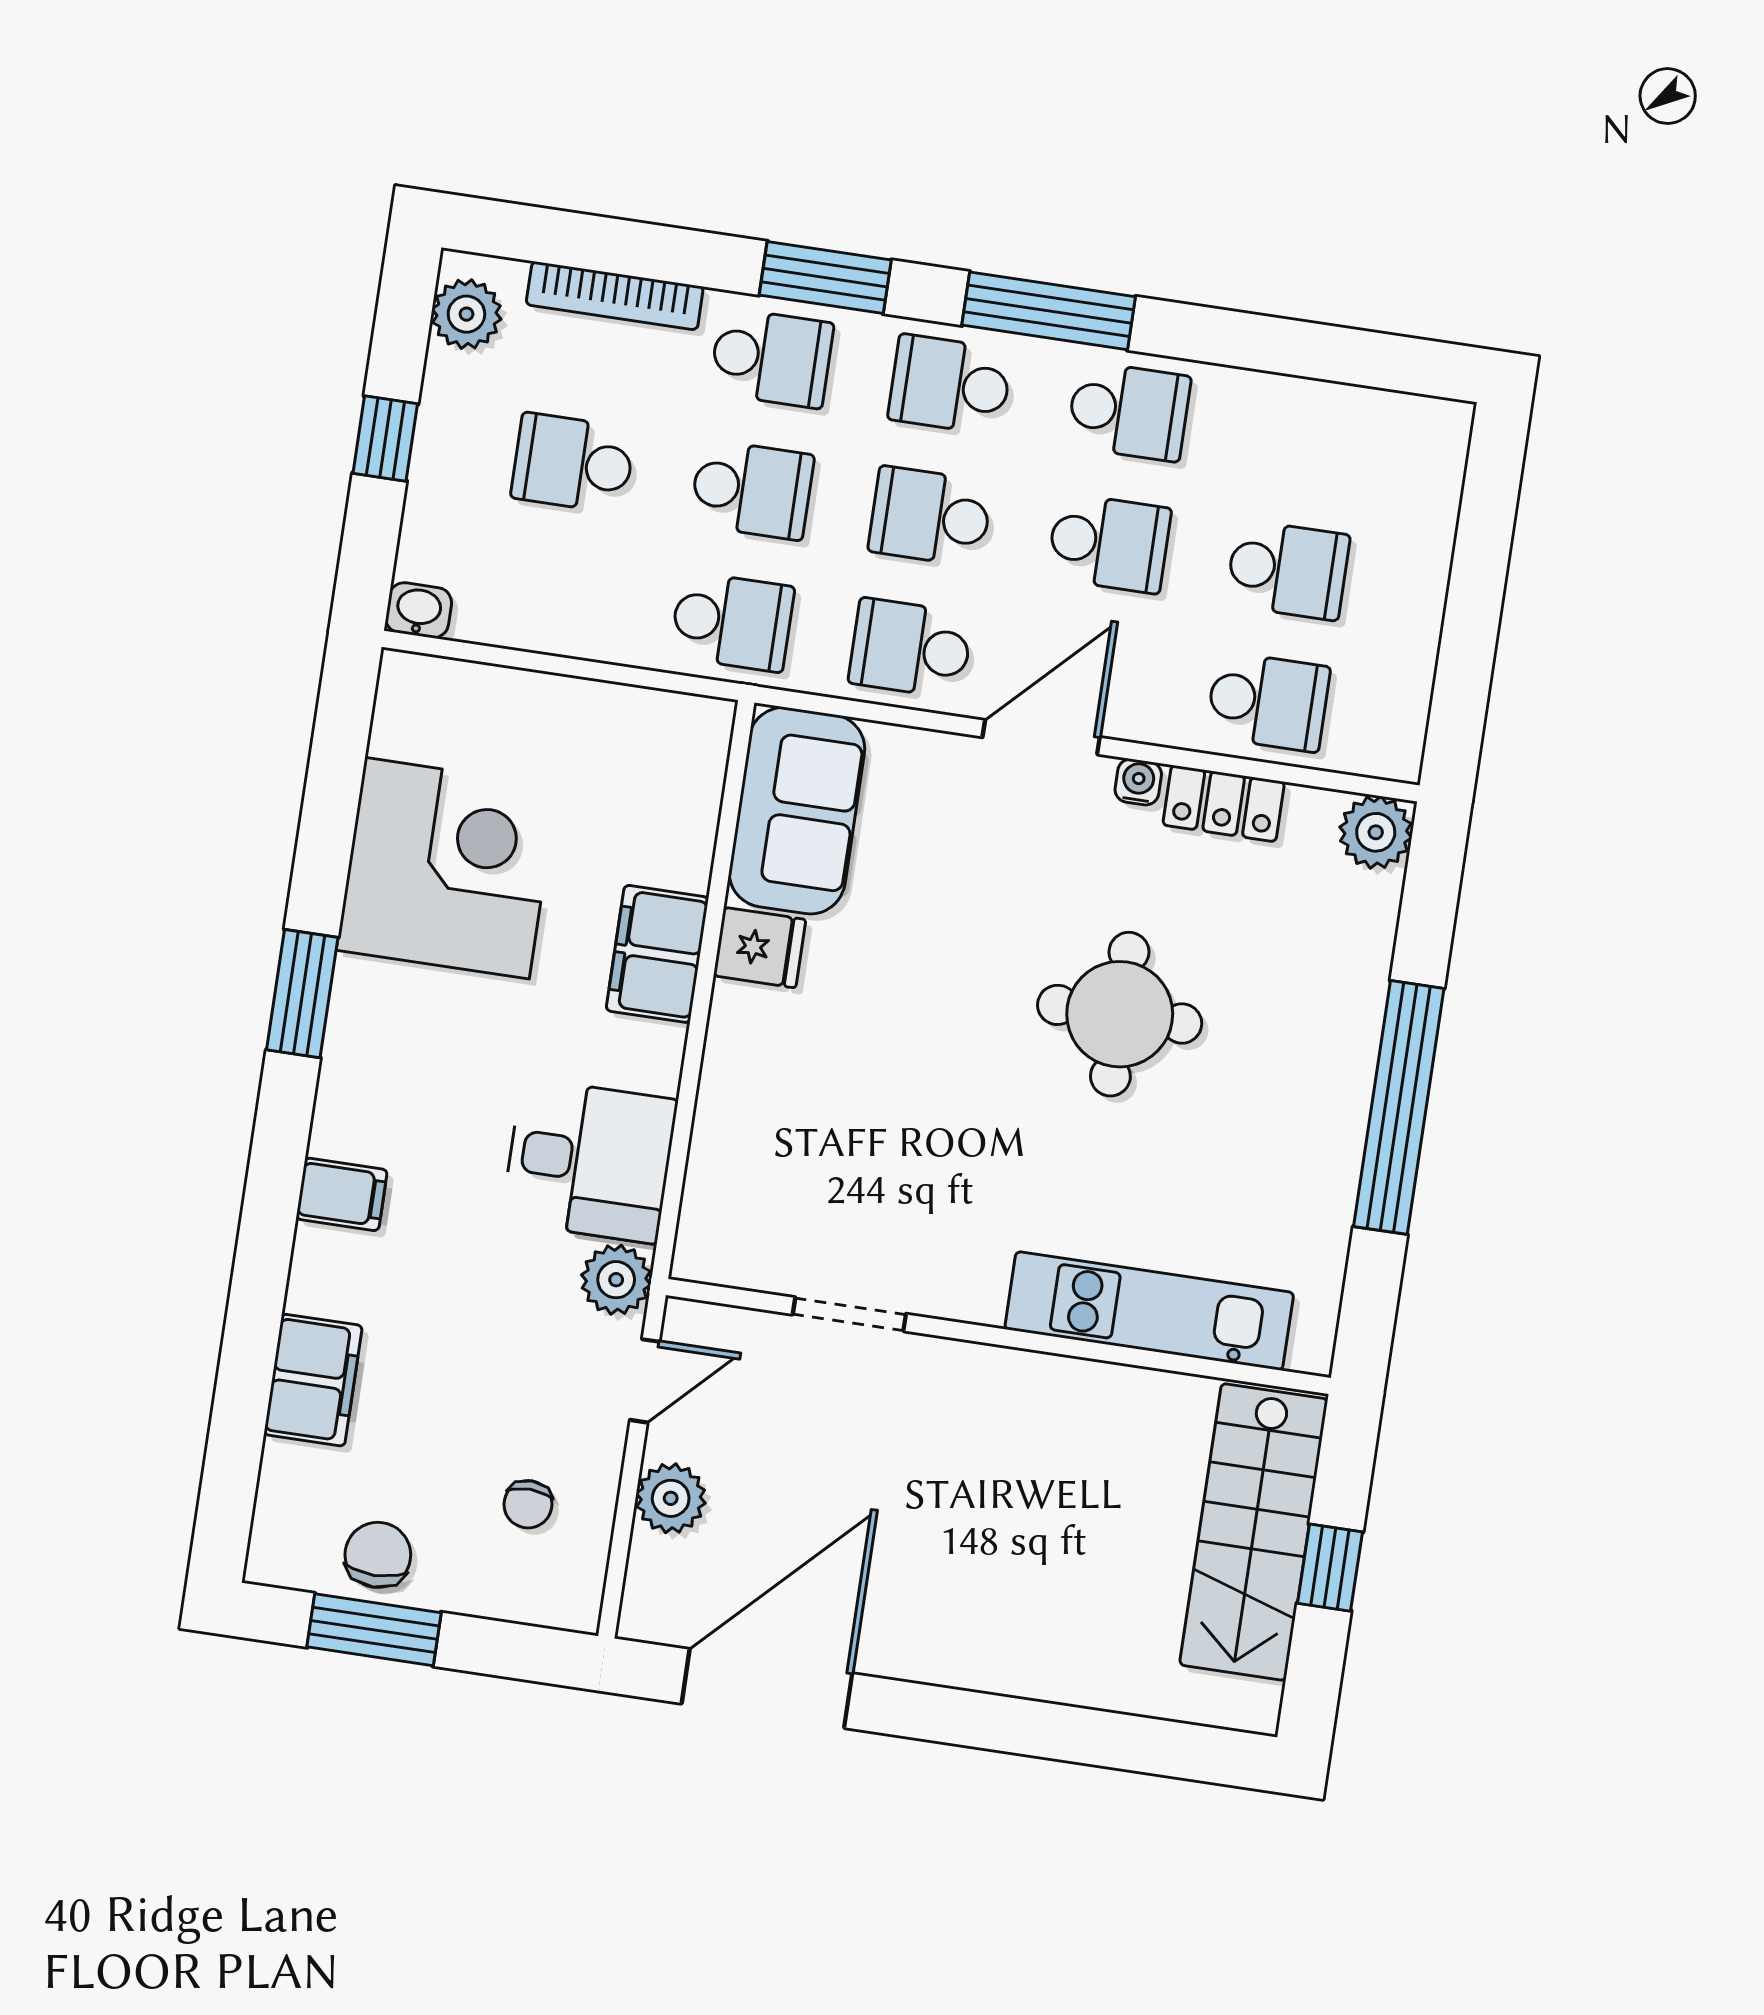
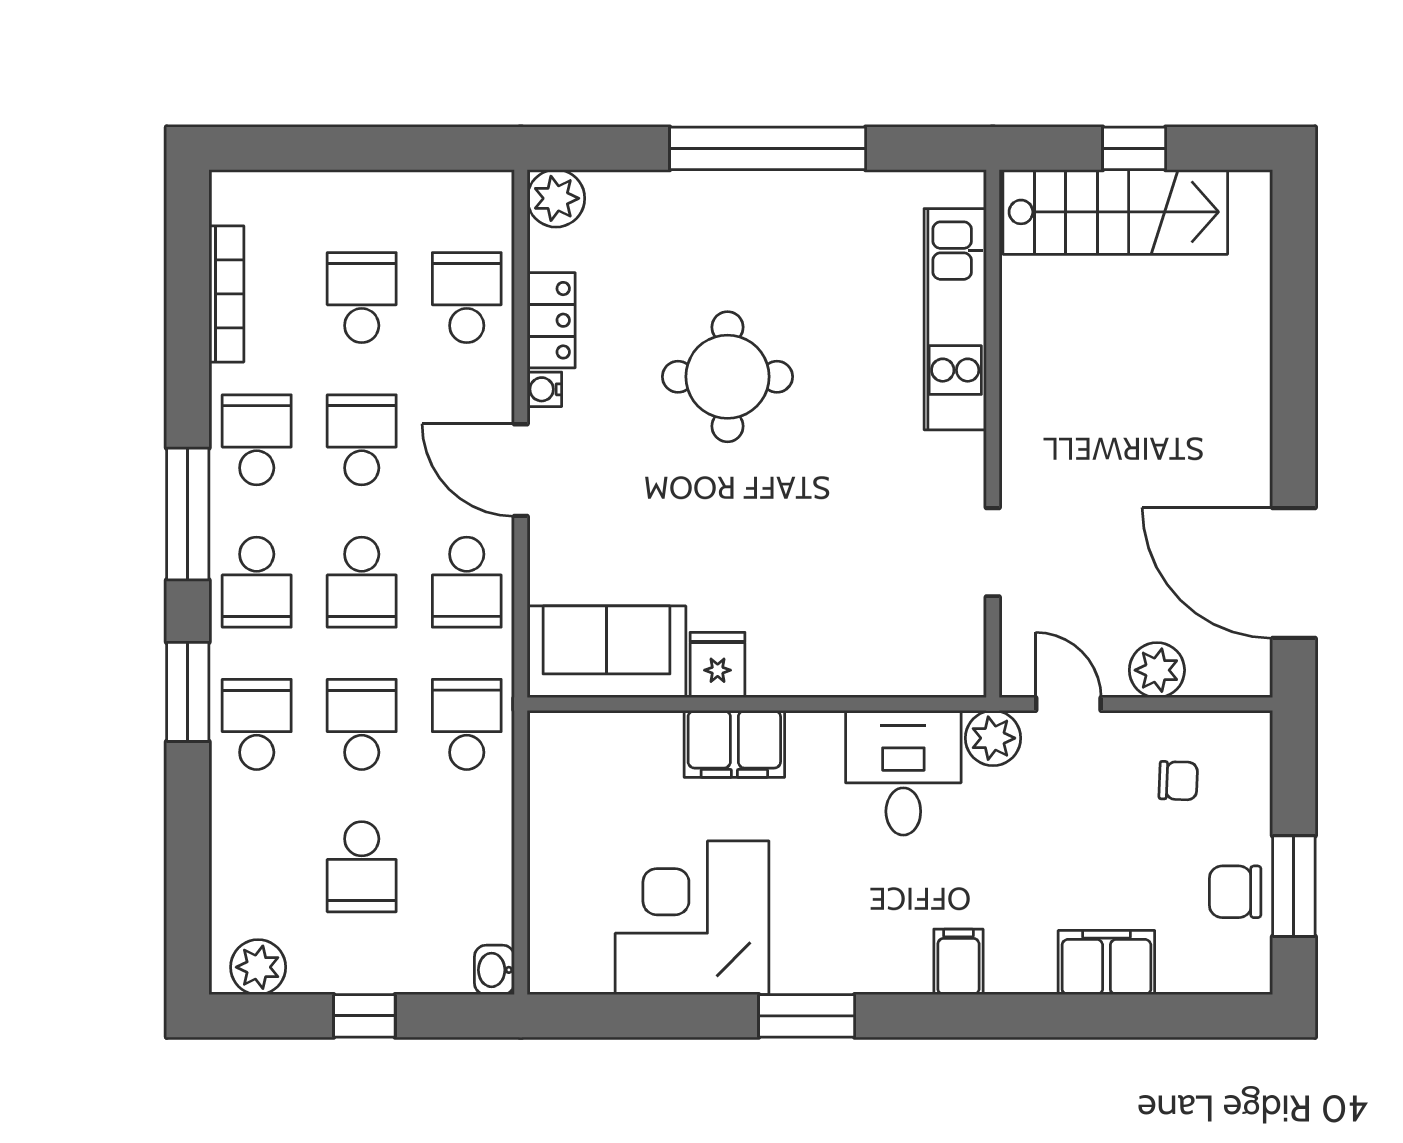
bookcase: (615, 296) -> (226, 294), moved

